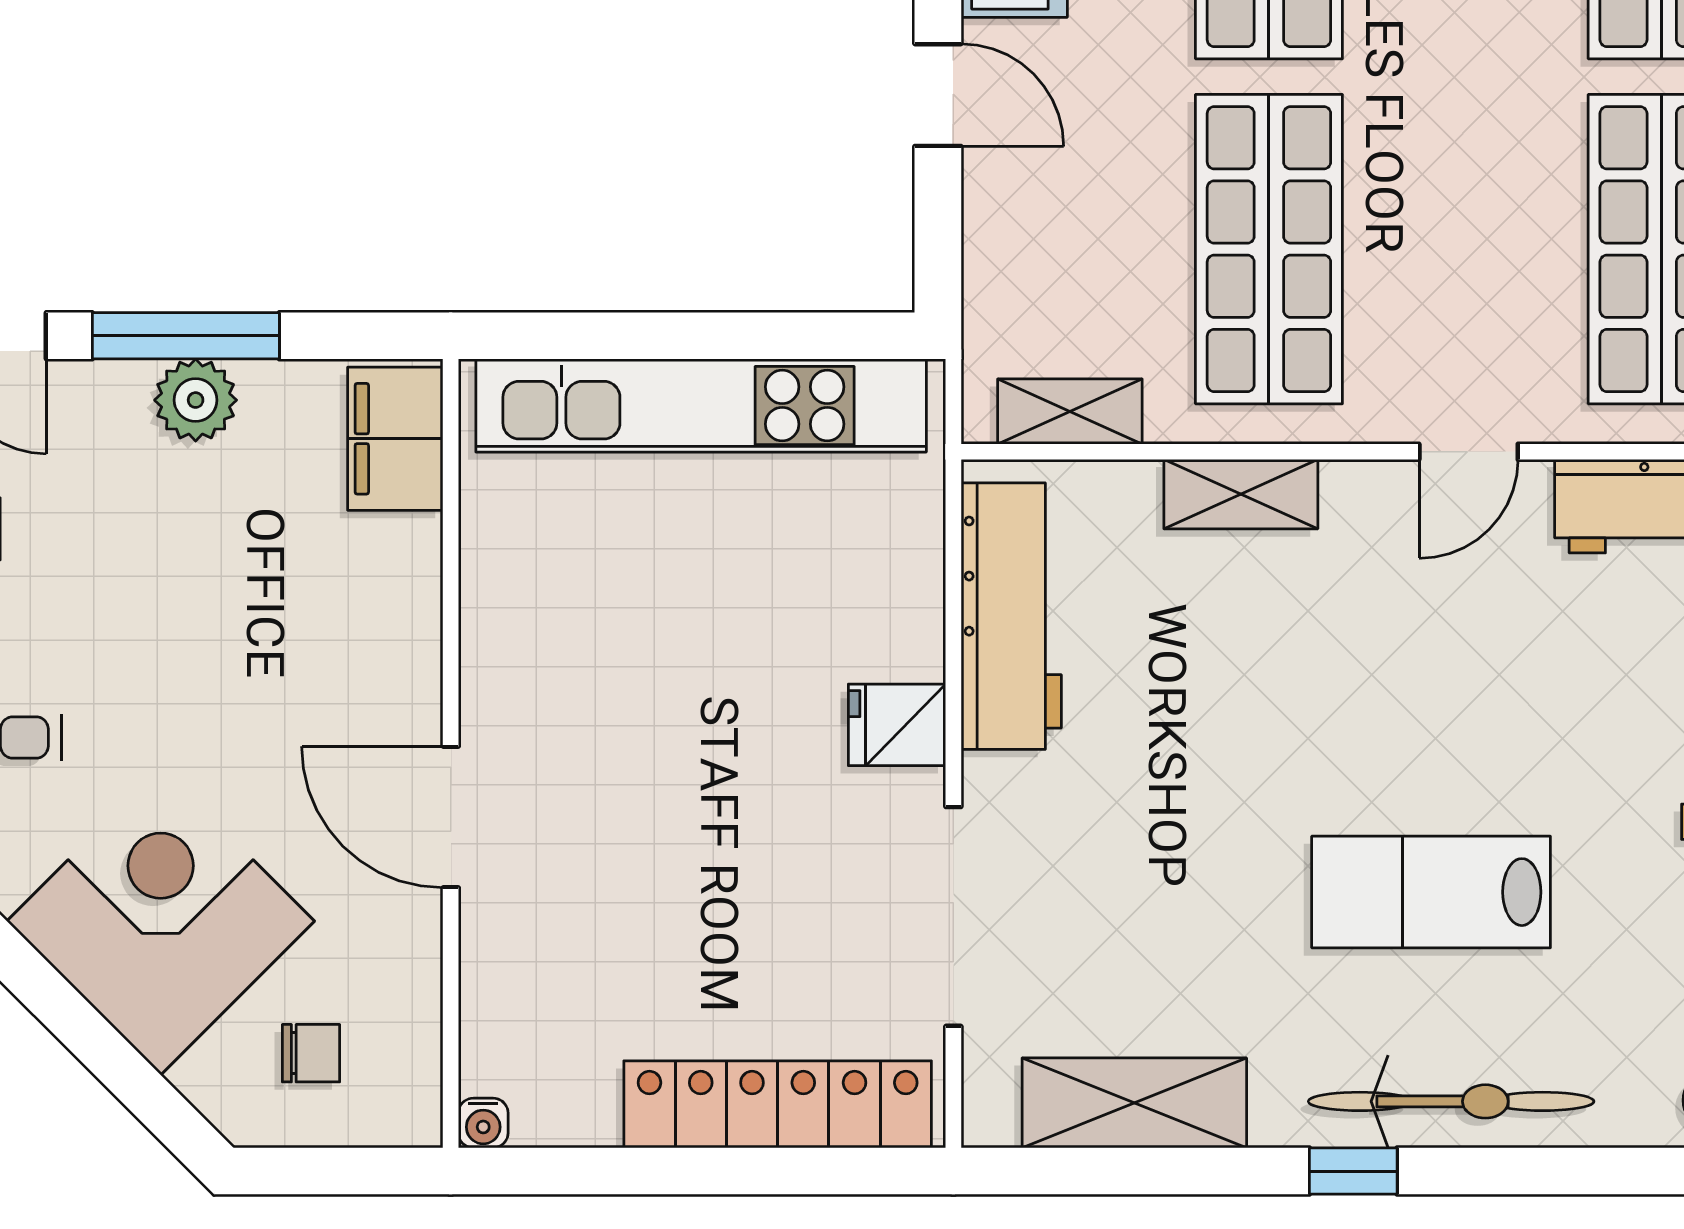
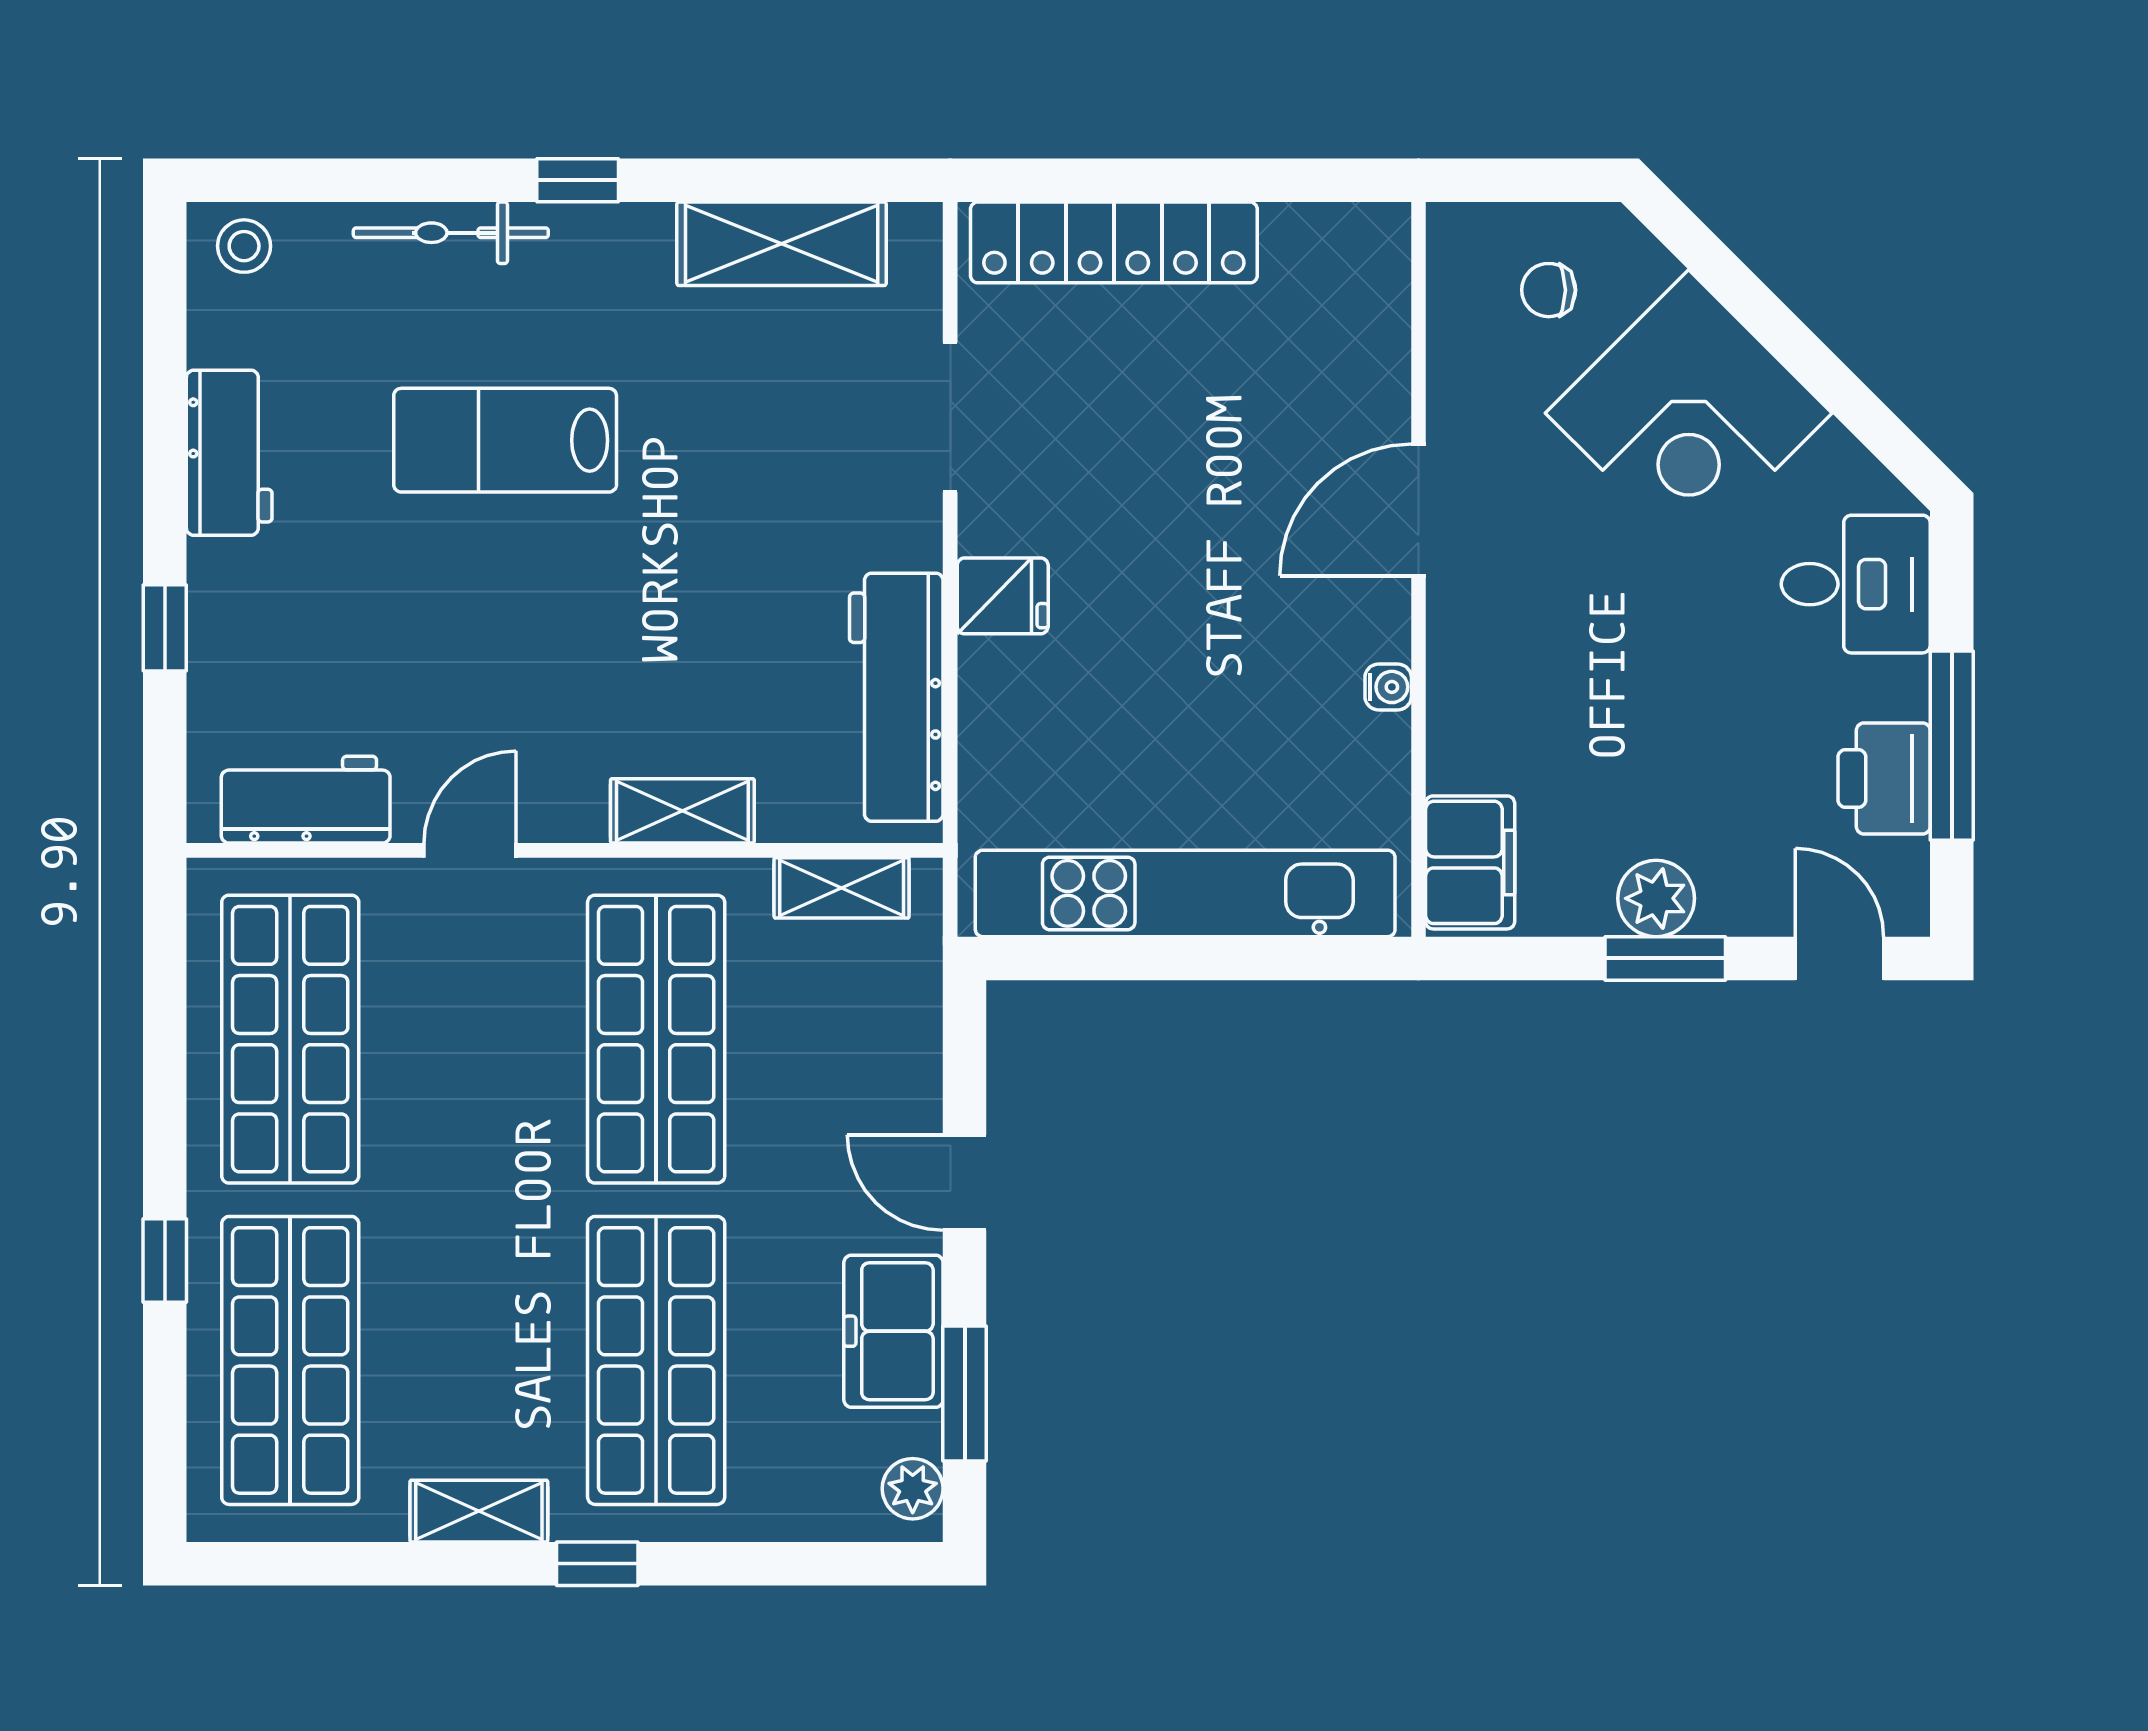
window: (186, 336) -> (1665, 958), width x0.69
door: (451, 817) -> (1418, 510), swing flipped
lab bench: (1431, 892) -> (505, 440), turned 180
doorway: (953, 916) -> (950, 417), width x0.73
bicycle: (1451, 1101) -> (451, 233), width x0.73, depth x0.71
water cooler: (483, 1123) -> (1388, 687), moved, turned 90

